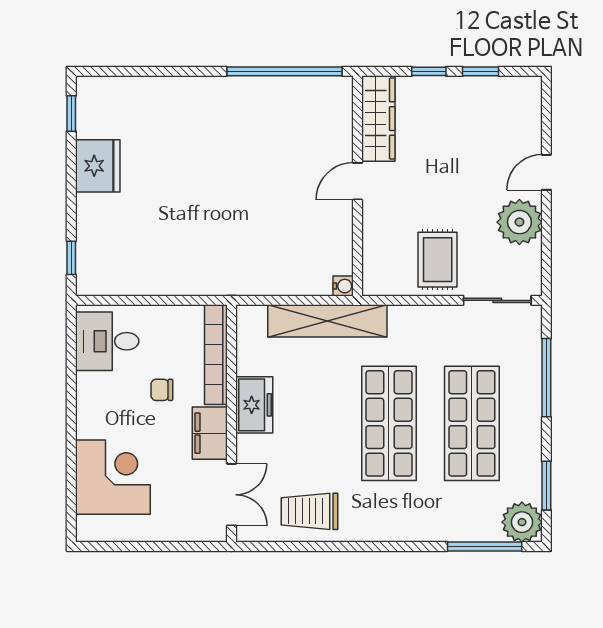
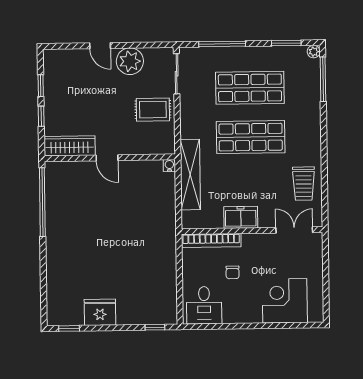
filing cabinet: (210, 433) -> (258, 243), removed
plant: (522, 522) -> (314, 52), width x0.53, depth x0.53

